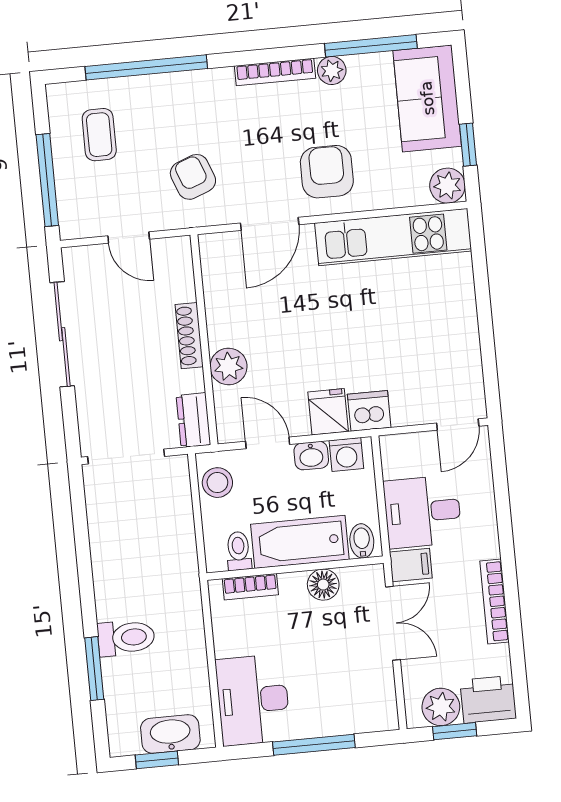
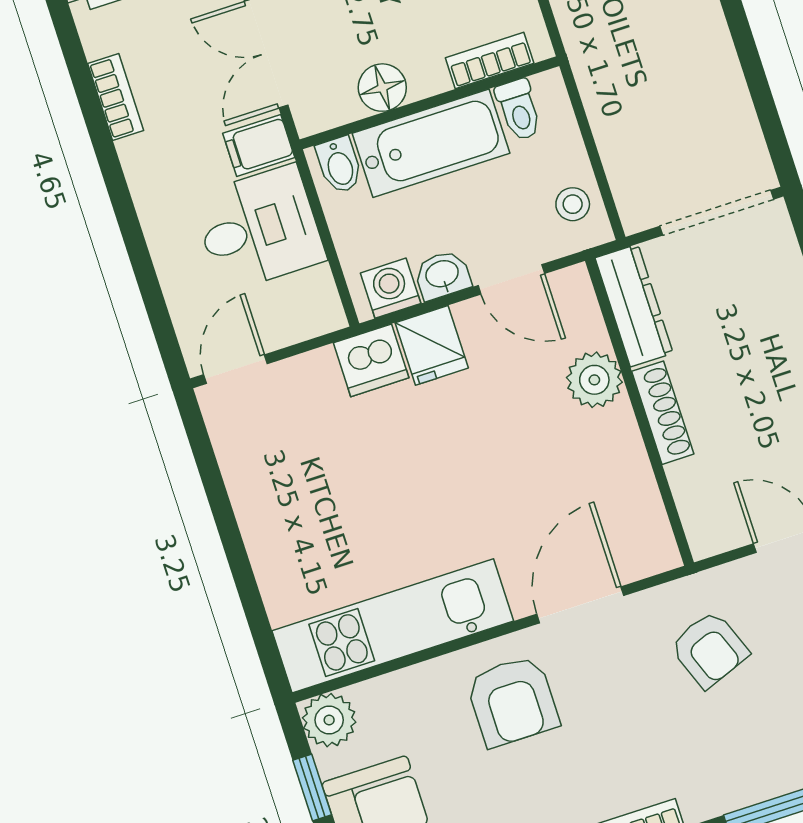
dresser: (194, 420) -> (634, 306), width x1.44
stool: (217, 483) -> (573, 204), width x0.73, depth x0.73
bookcase: (495, 602) -> (116, 97), width x0.64

